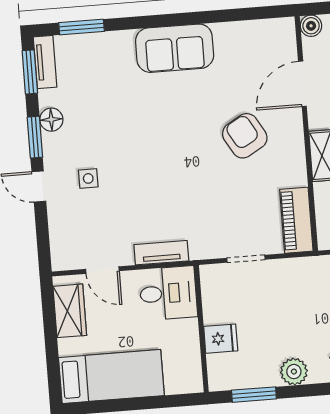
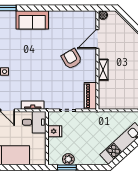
sofa: (175, 48) -> (32, 20), moved
fridge: (221, 339) -> (55, 131), moved
plant: (294, 372) -> (68, 159), moved

